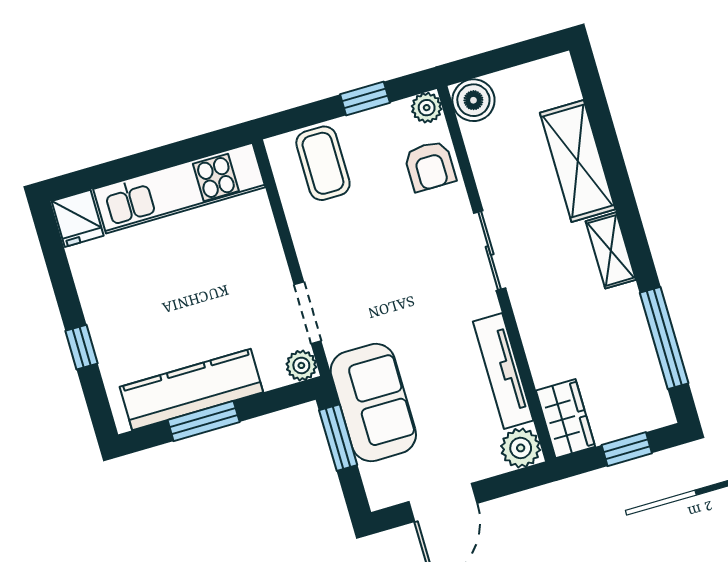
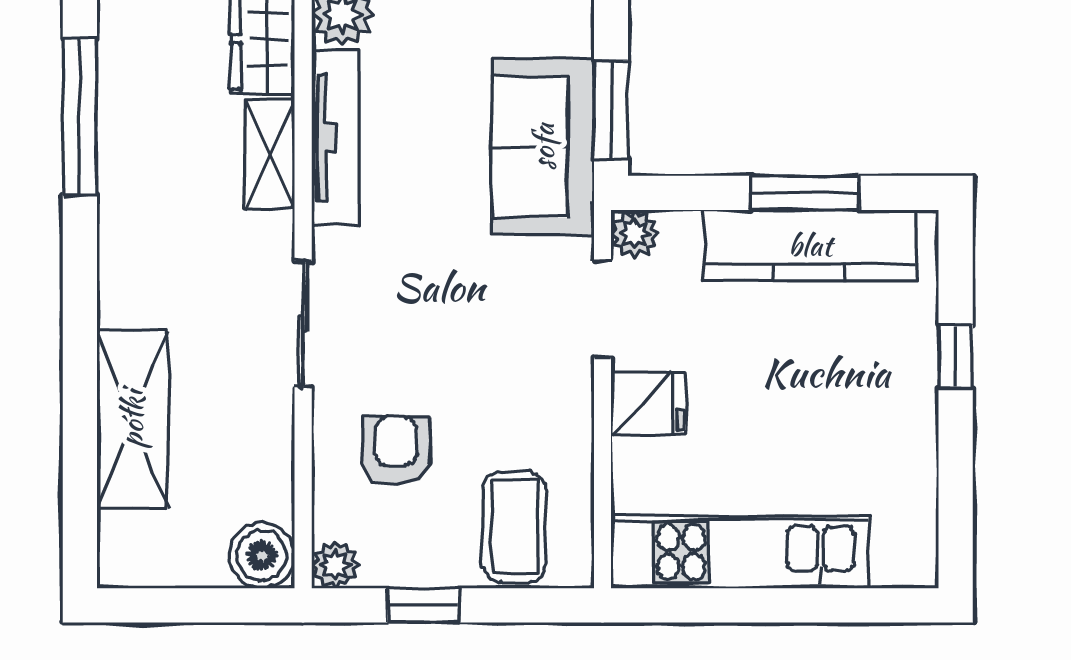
armchair: (430, 166) -> (396, 451), moved
fridge: (78, 218) -> (648, 404), moved, turned 90
shelving: (611, 250) -> (270, 154), moved

